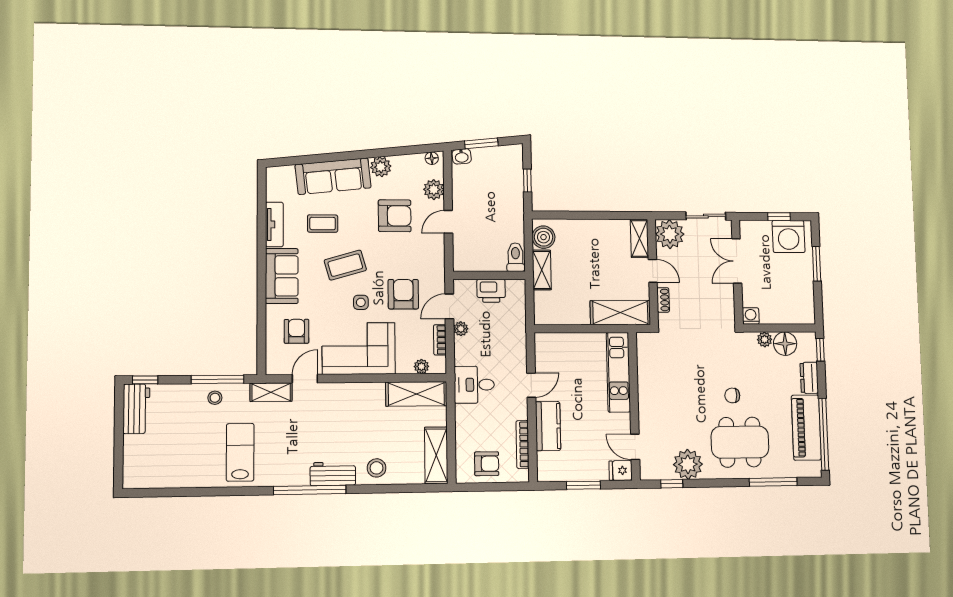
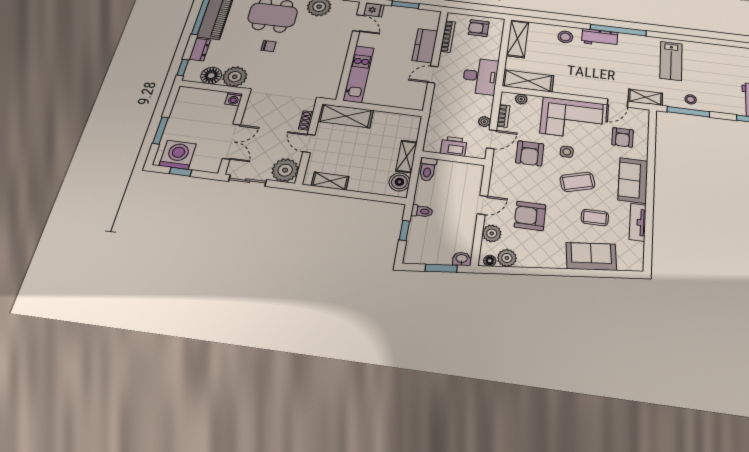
plant: (381, 167) -> (507, 258), moved
sofa: (333, 176) -> (591, 256), width x0.73
toilet: (513, 205) -> (422, 211), added
shelving: (639, 239) -> (330, 181), moved, turned 90
plant: (765, 340) -> (235, 77), width x1.87, depth x1.87
desk: (474, 385) -> (480, 76), width x1.37

